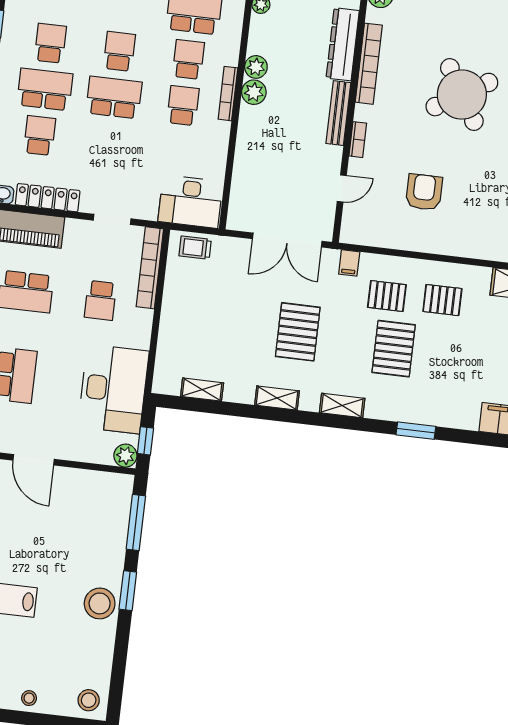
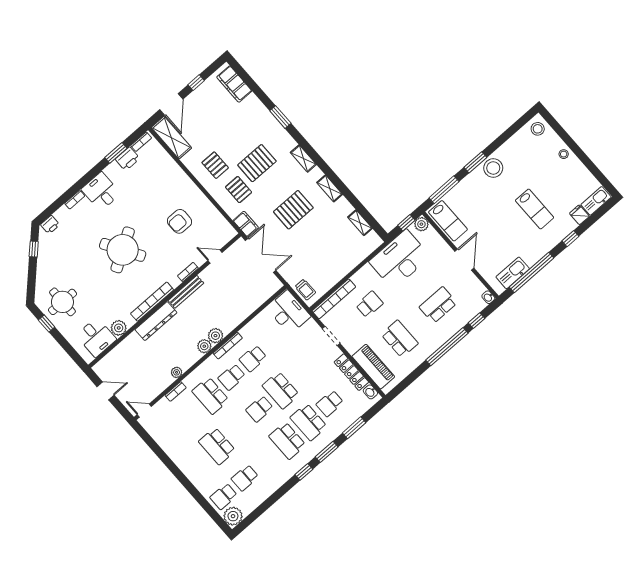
school desk: (50, 43) -> (287, 441), width x1.85
filing cabinet: (349, 263) -> (246, 224), width x2.00
lab bench: (97, 489) -> (448, 221), added

